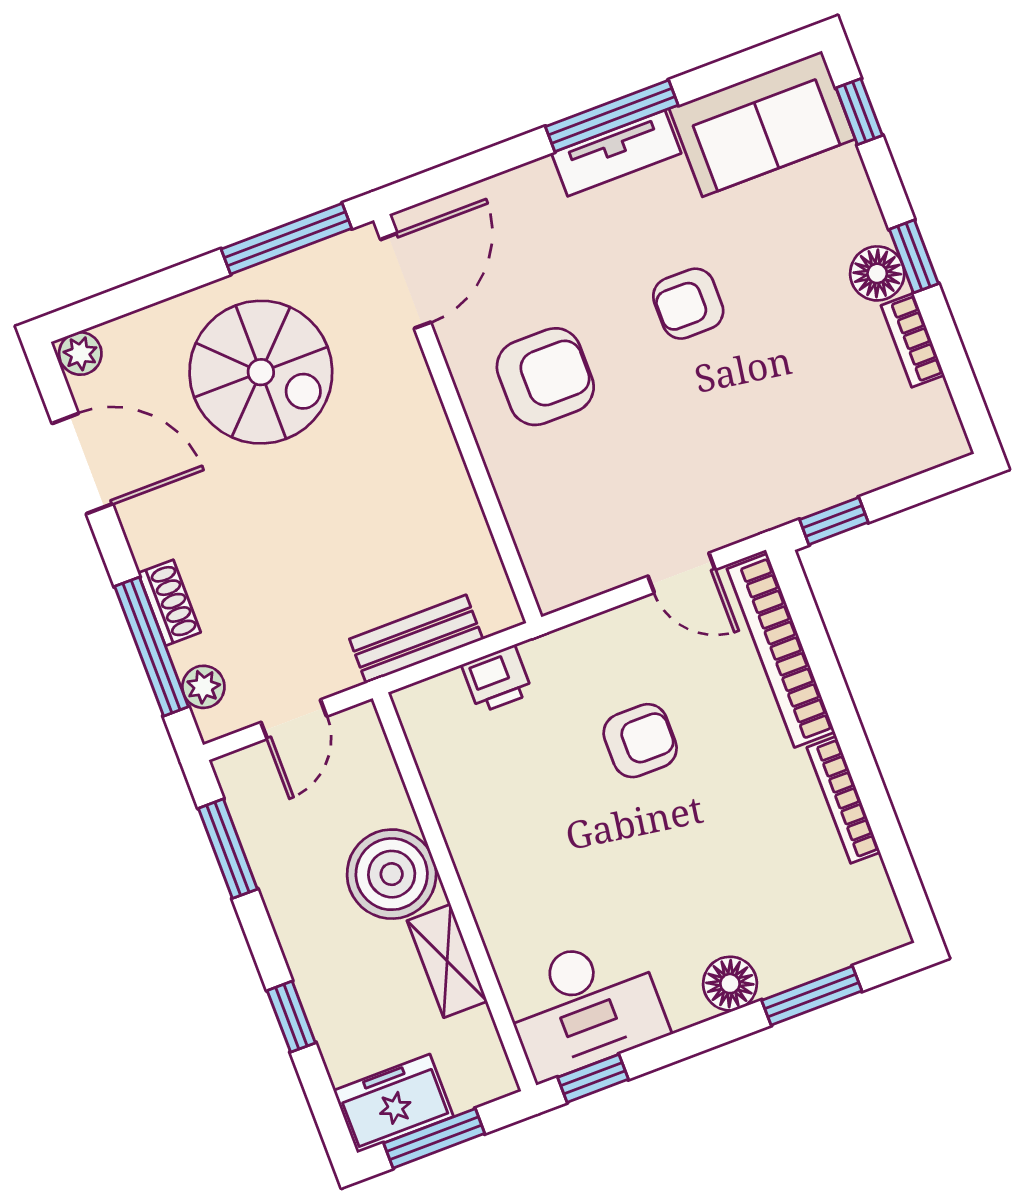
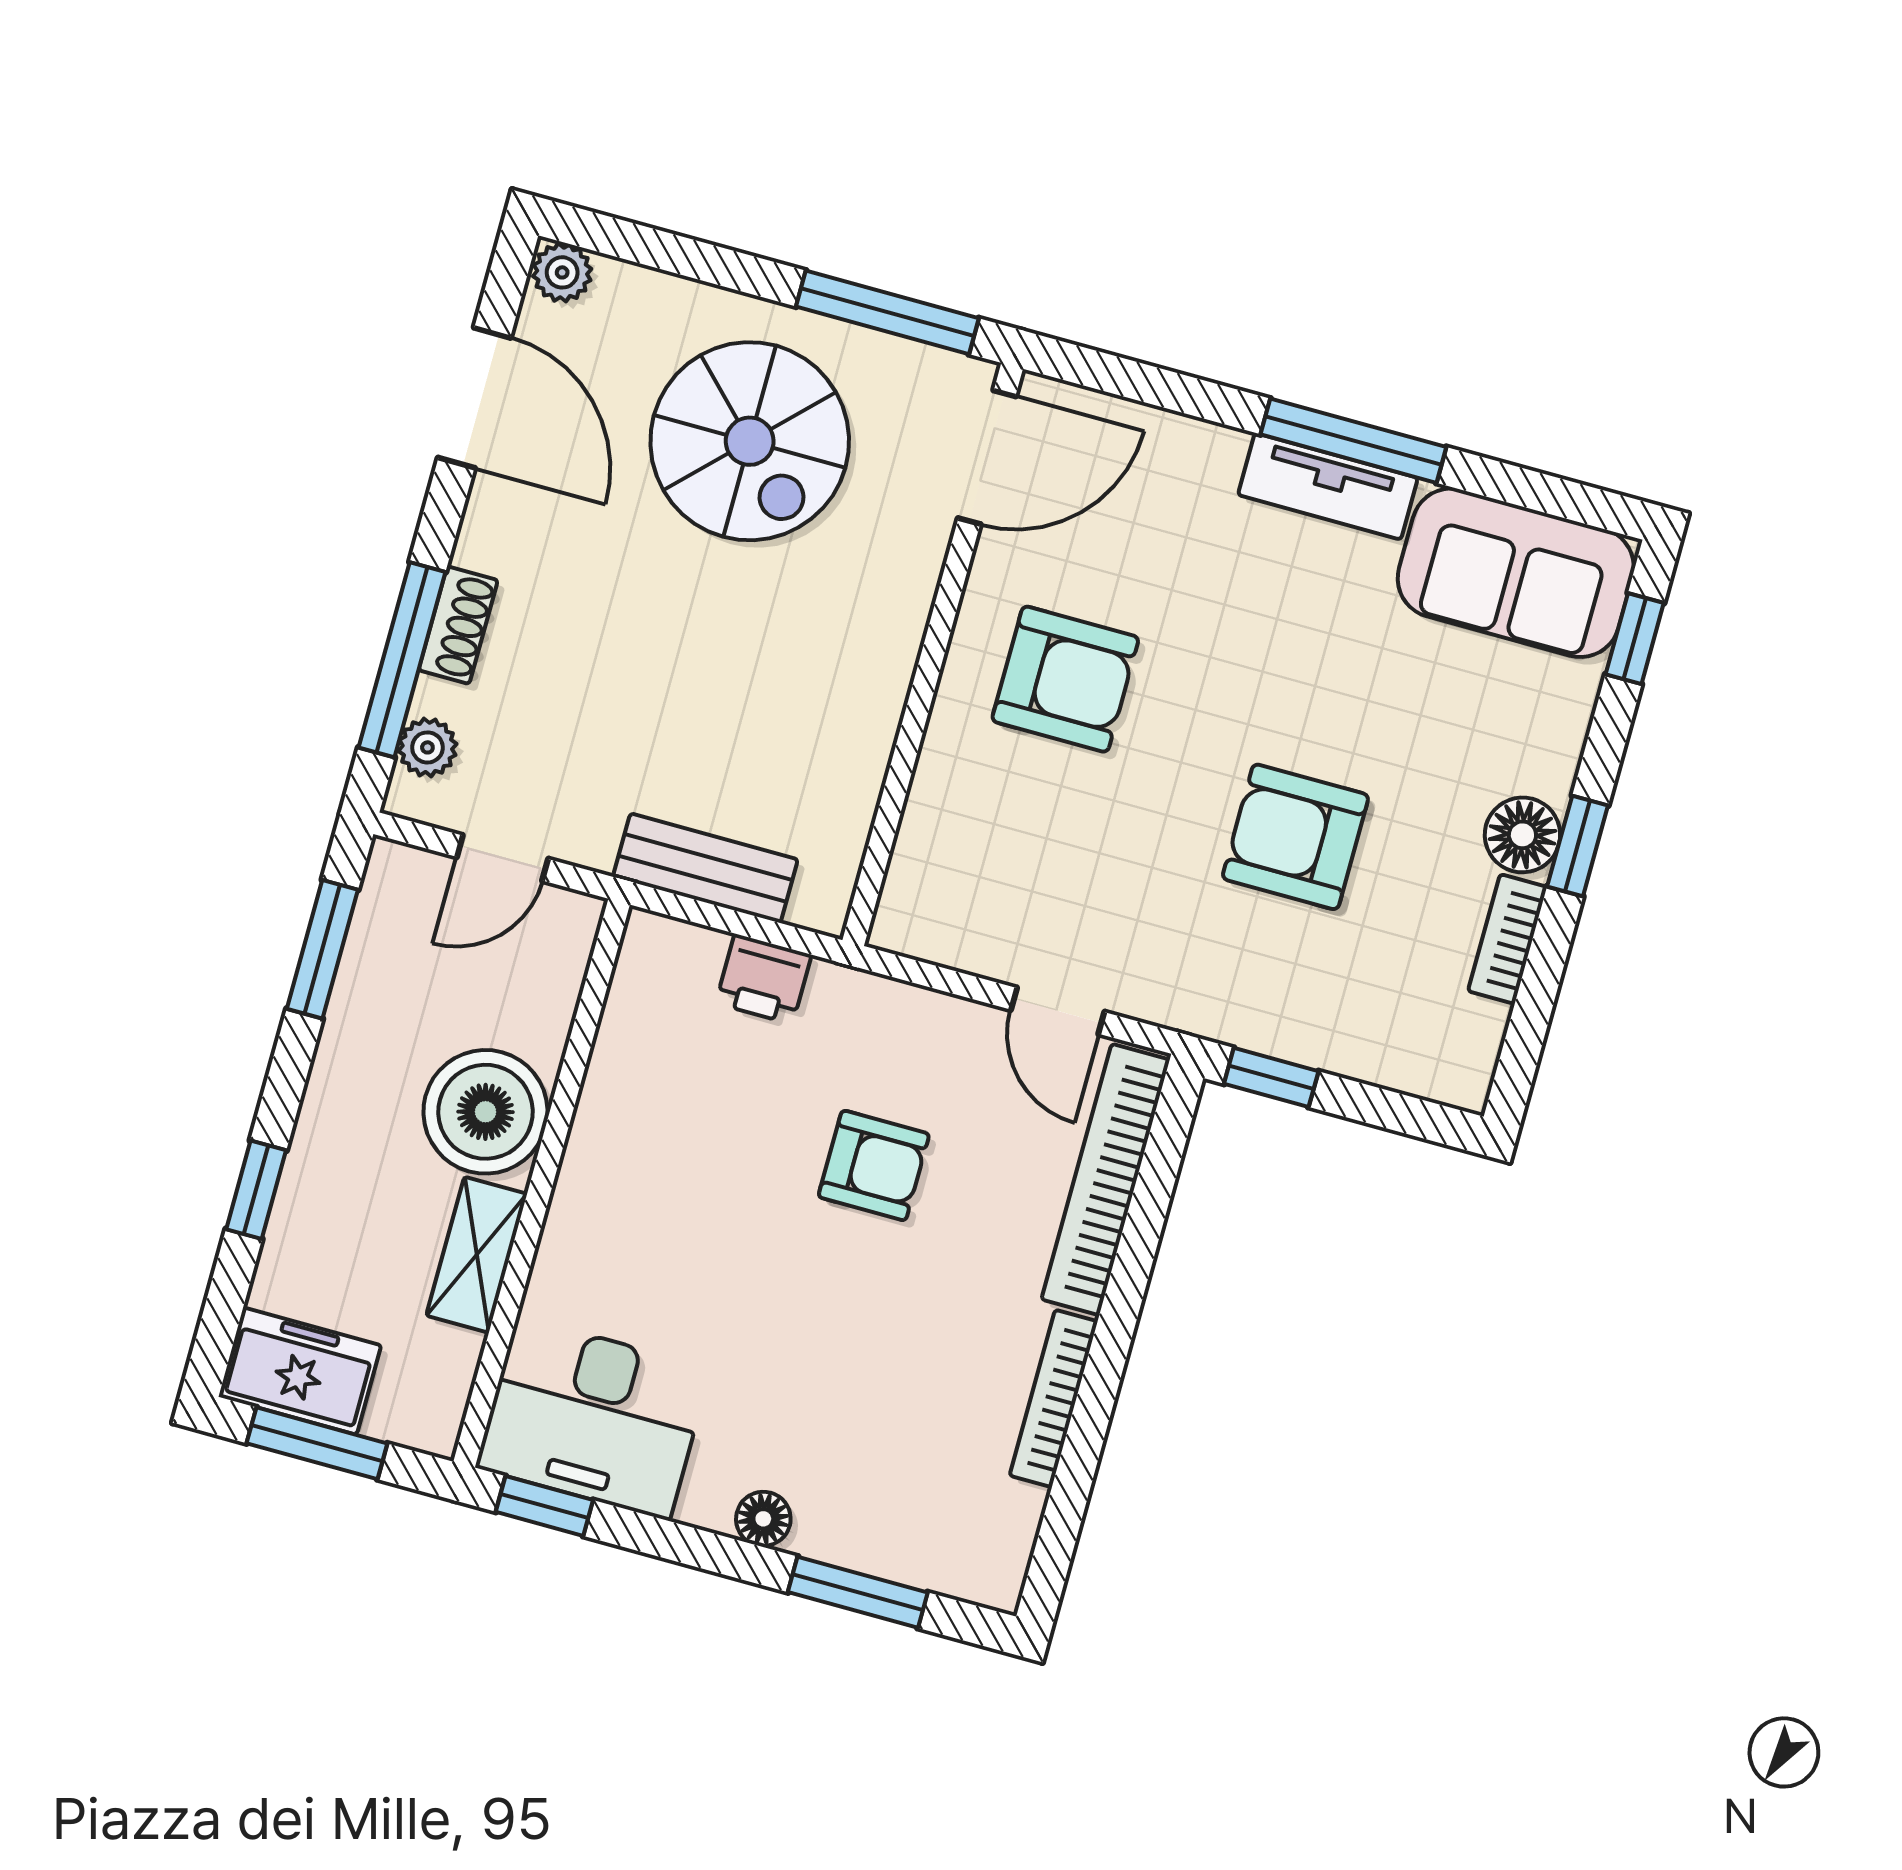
armchair: (688, 304) -> (1295, 837), moved, width x1.38, depth x1.38
floor lamp: (730, 984) -> (763, 1519), width x0.73, depth x0.73

